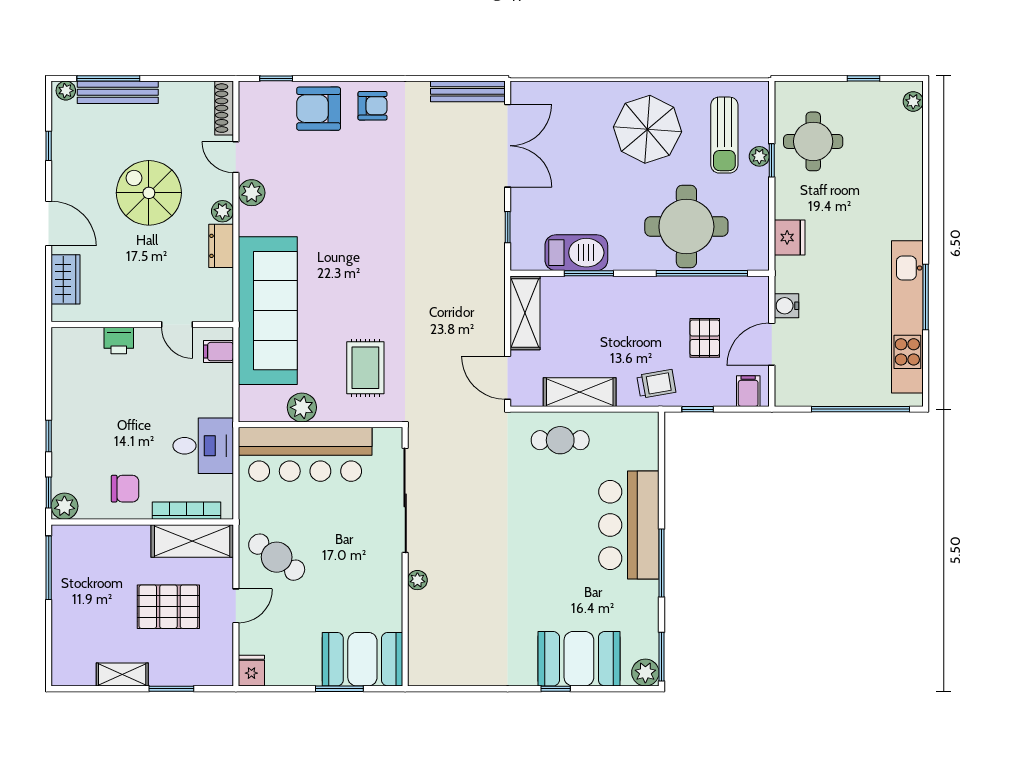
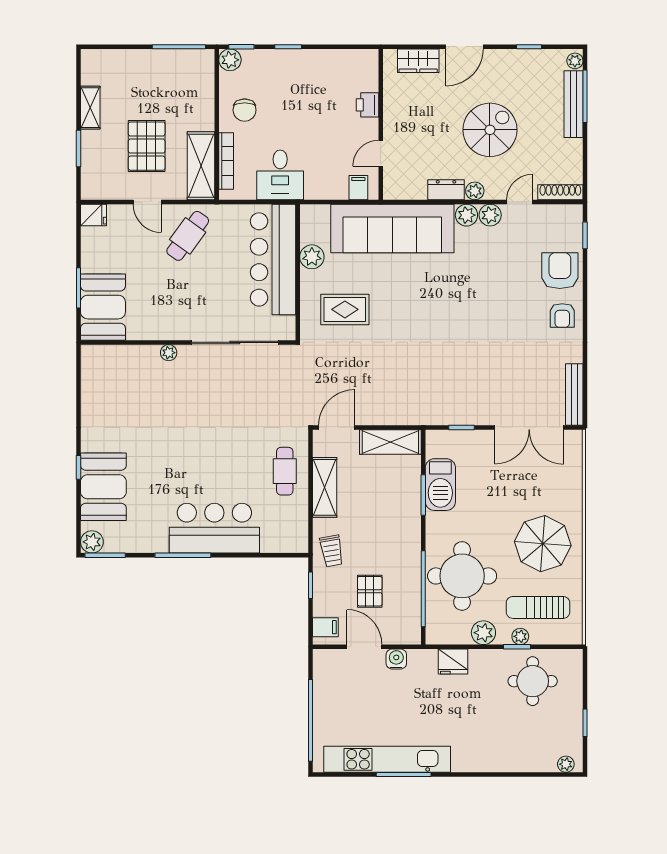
plant: (755, 201) -> (483, 633), added
plant: (252, 221) -> (466, 215), added
pallet: (705, 338) -> (370, 591), turned 90

